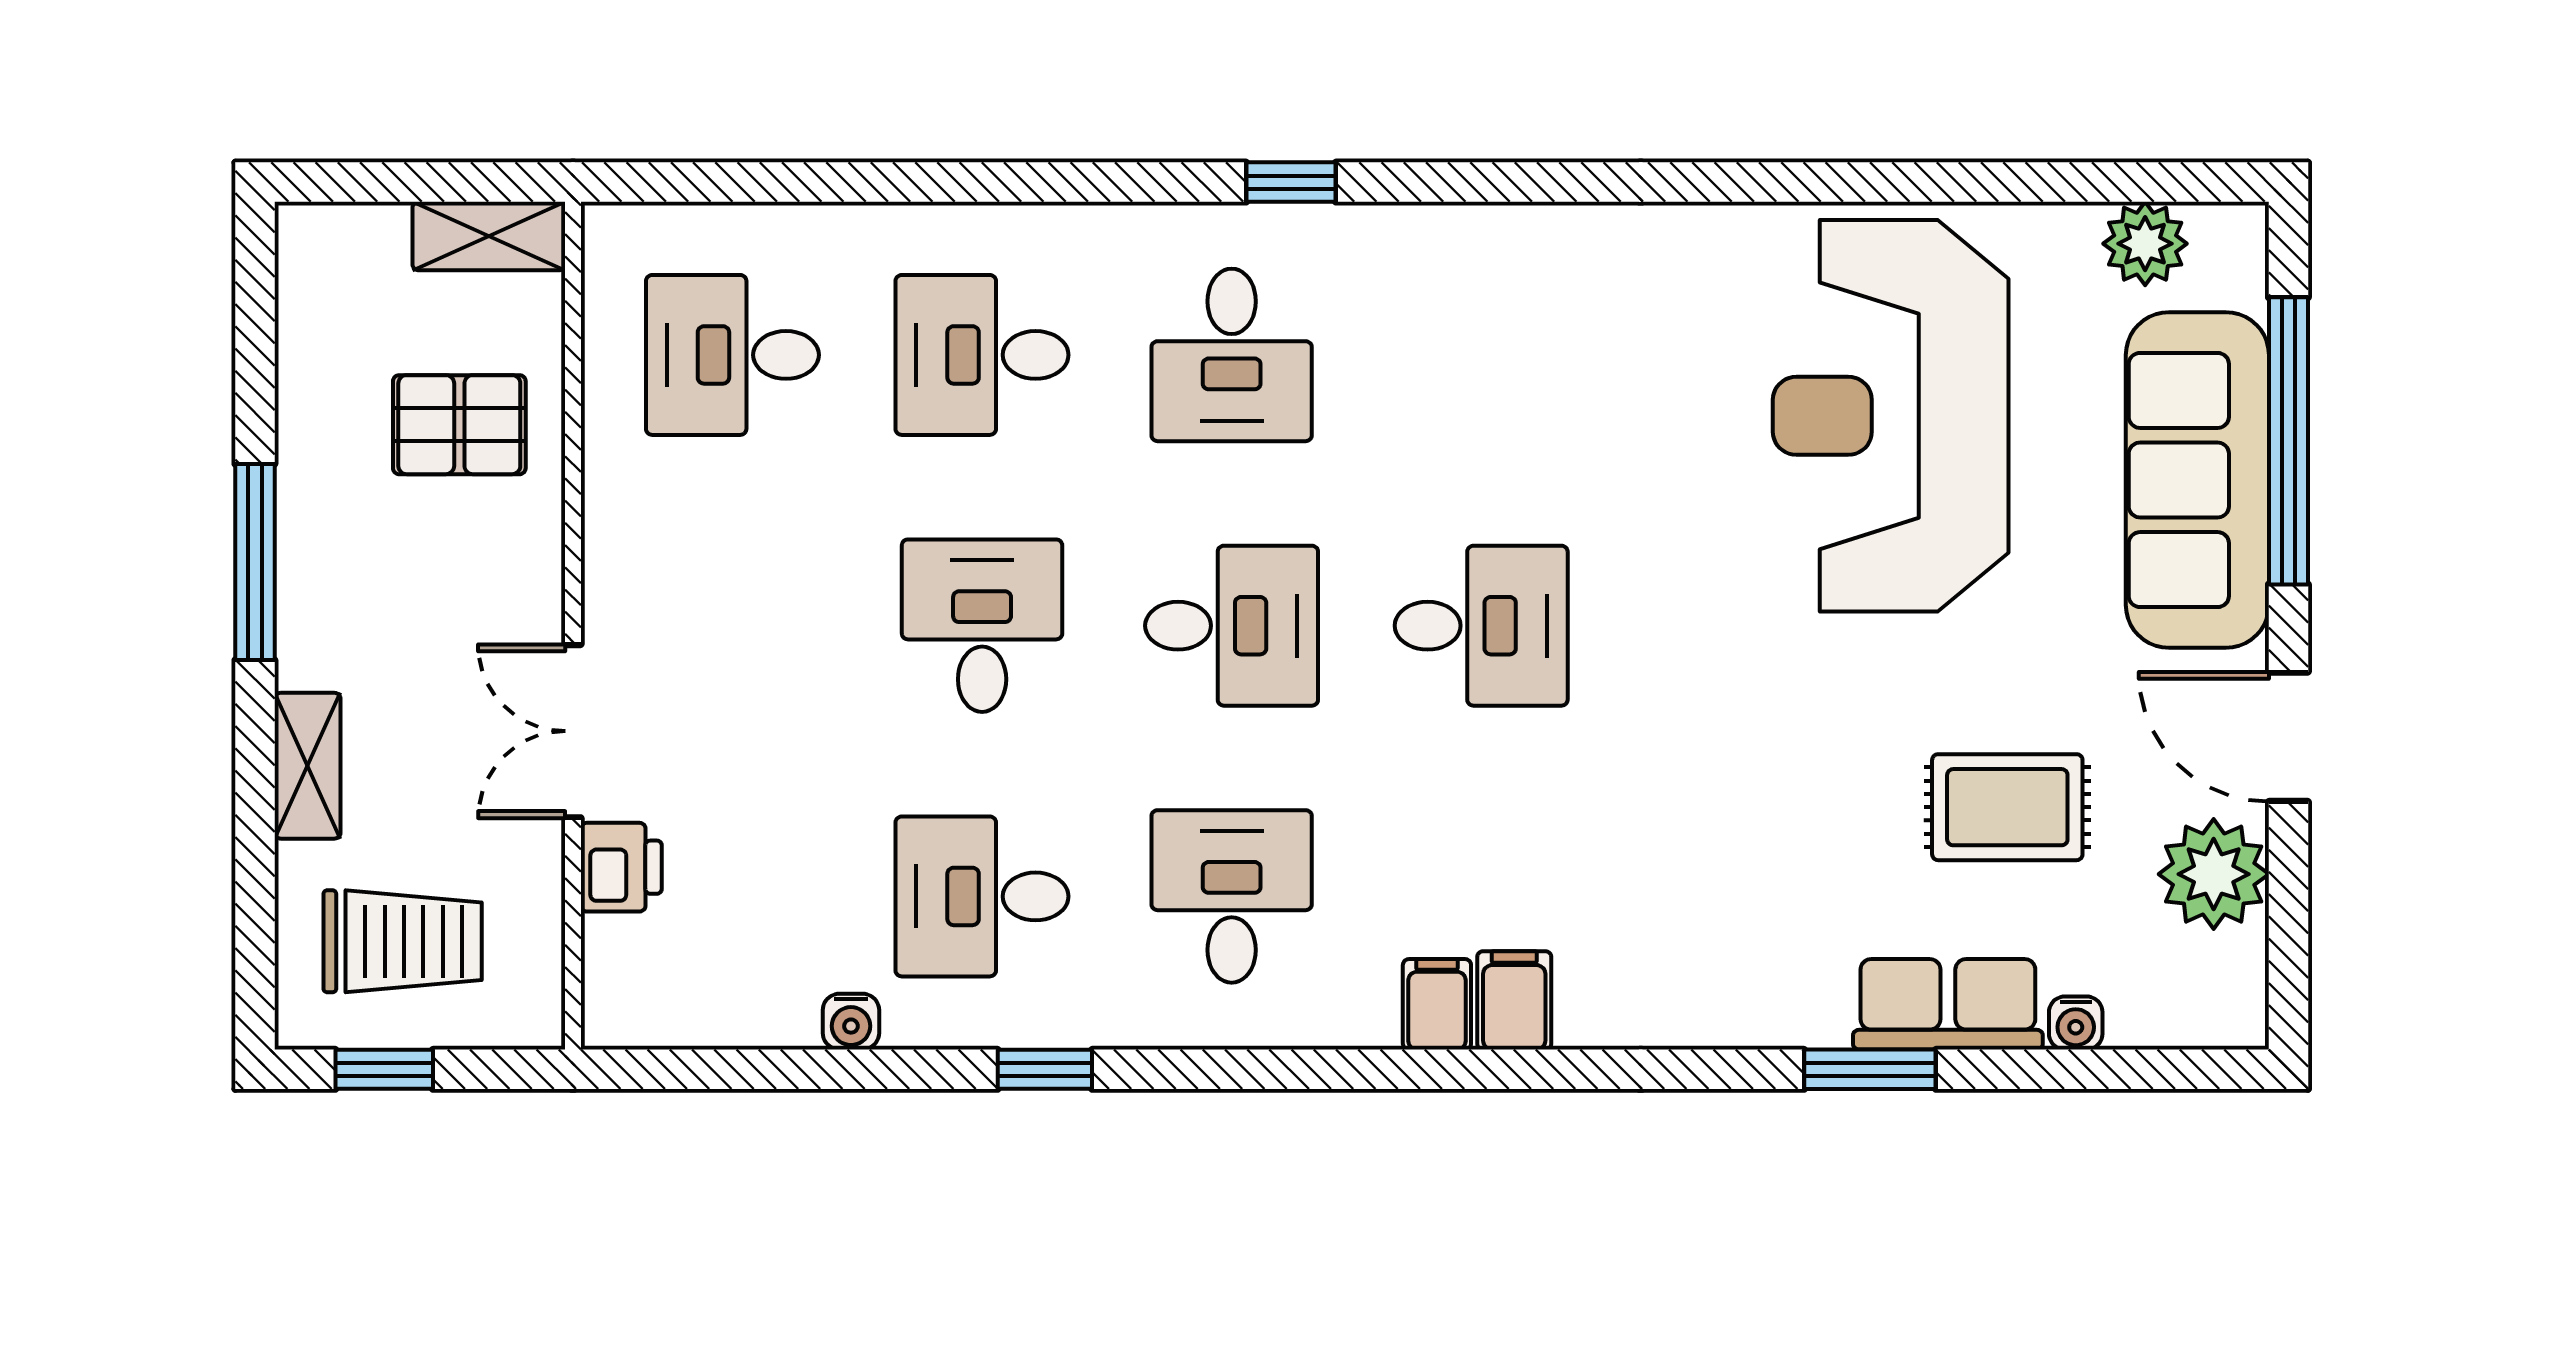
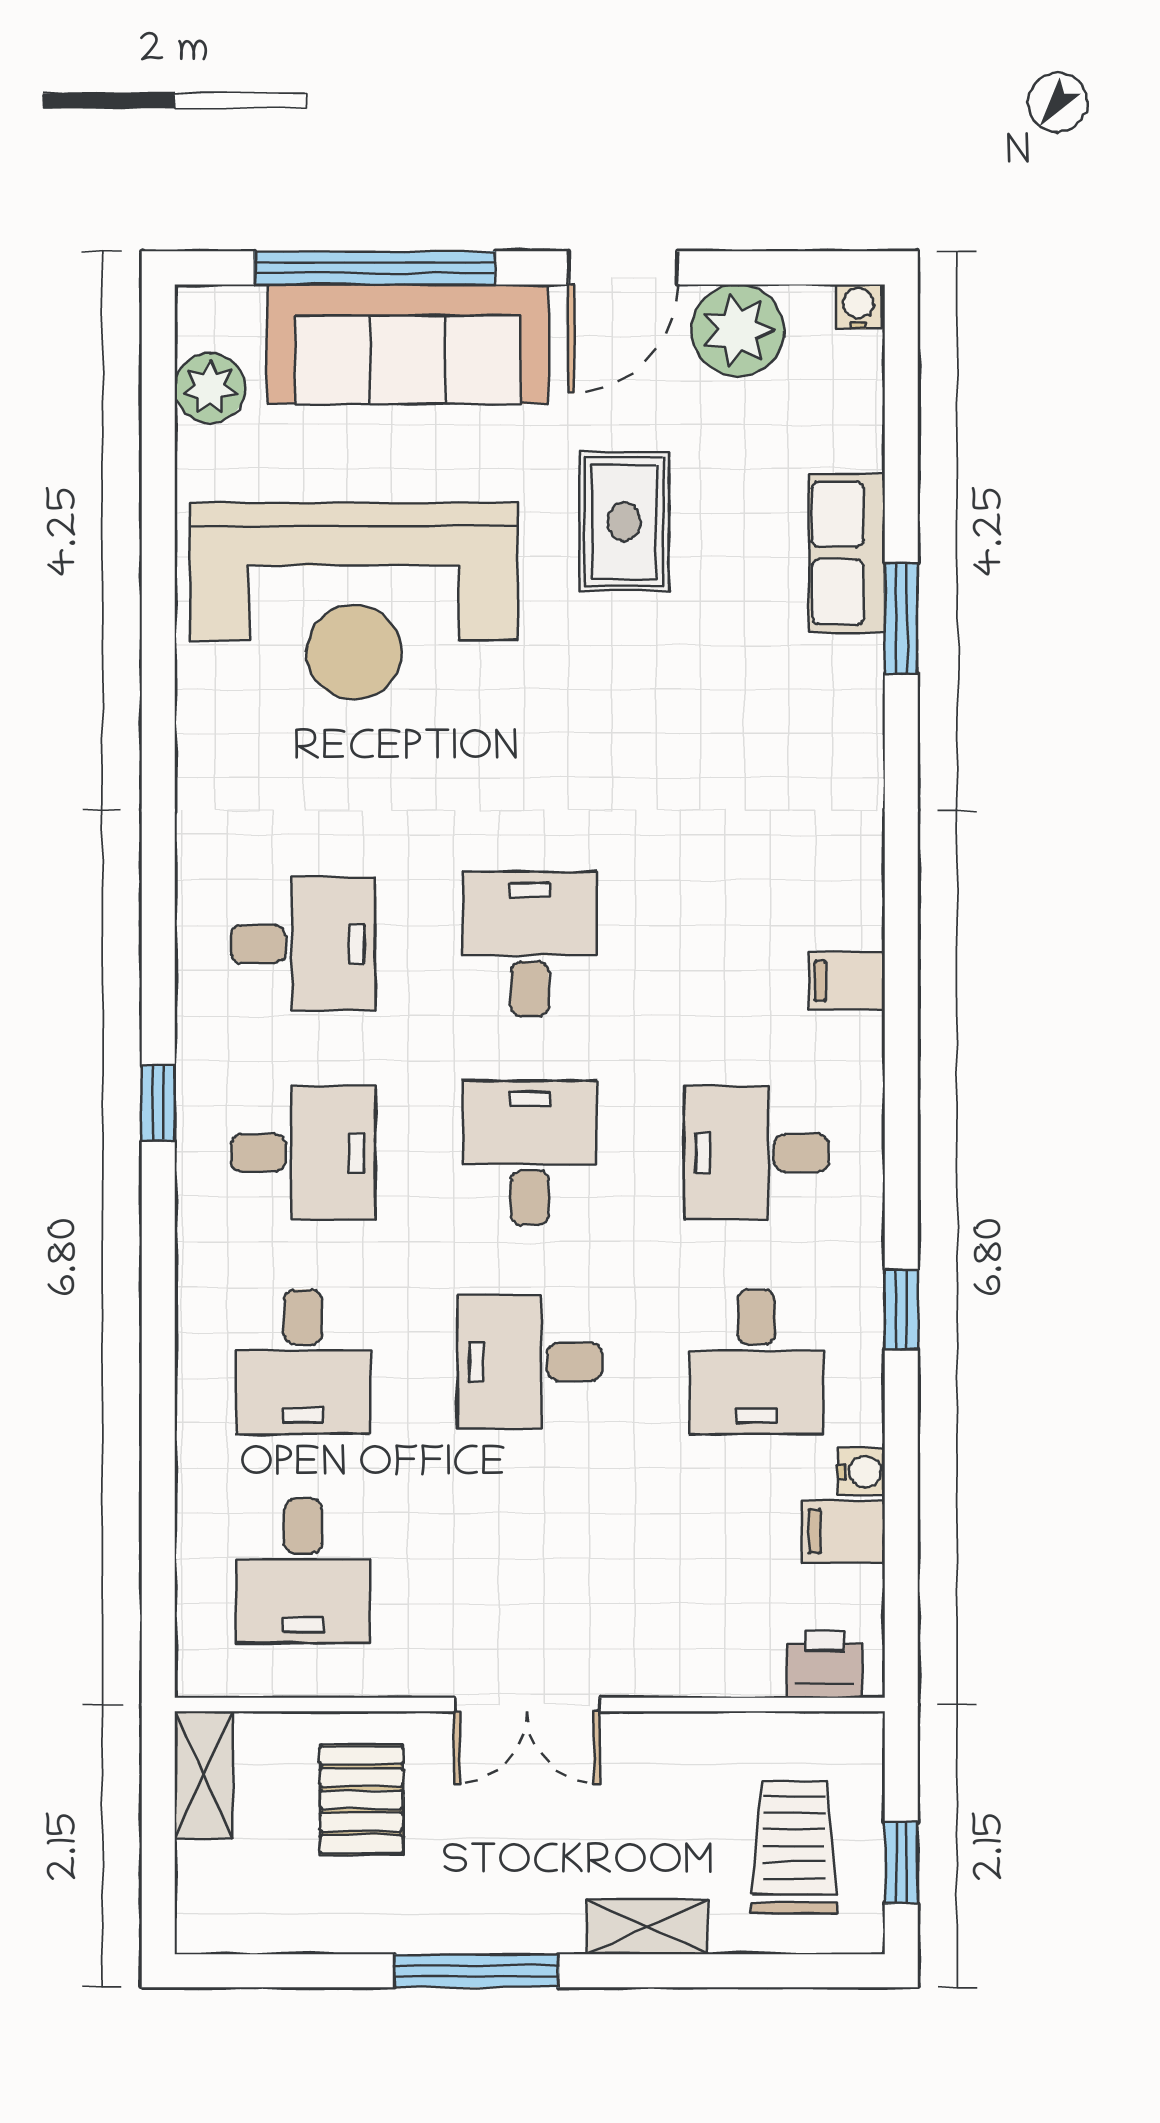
desk: (1481, 355) -> (303, 944), added
double door: (573, 731) -> (527, 1704), moved
rug: (2007, 807) -> (624, 522), moved
printer: (621, 867) -> (825, 1664), moved
filing cabinet: (1514, 1000) -> (844, 1531), moved
water cooler: (2076, 1023) -> (858, 307), moved, turned -90

